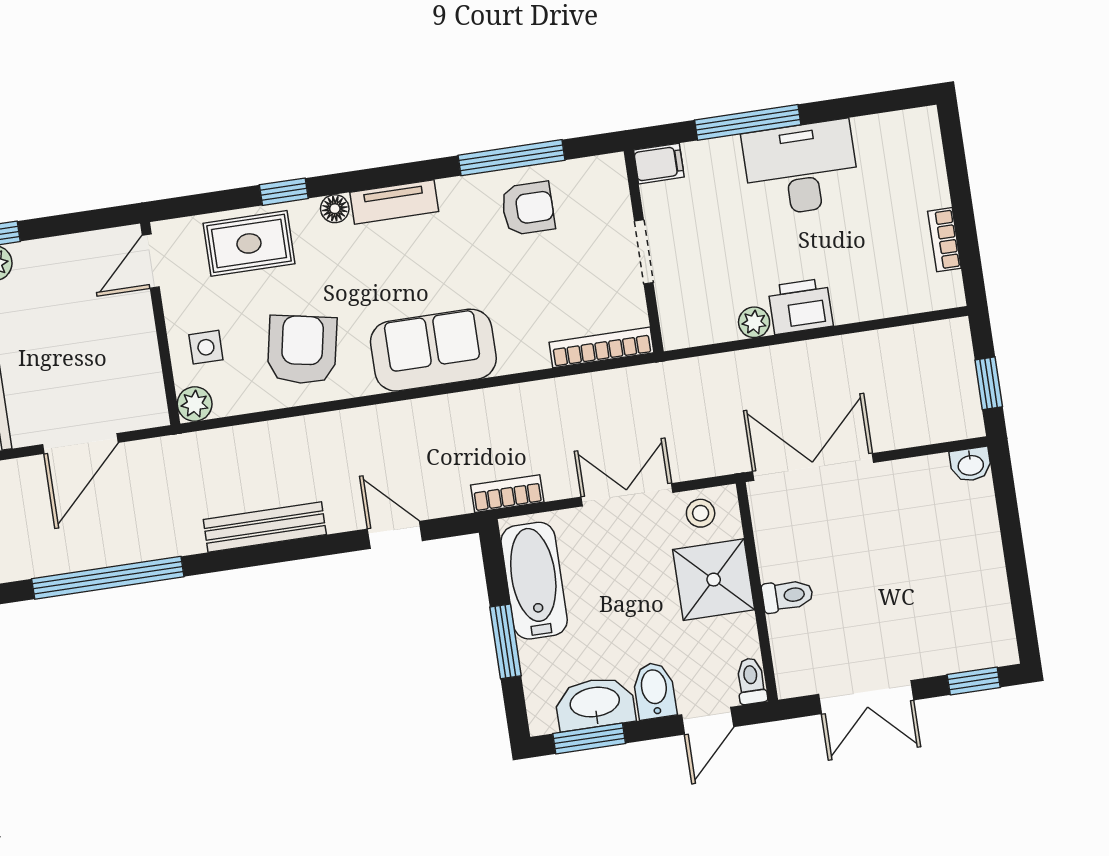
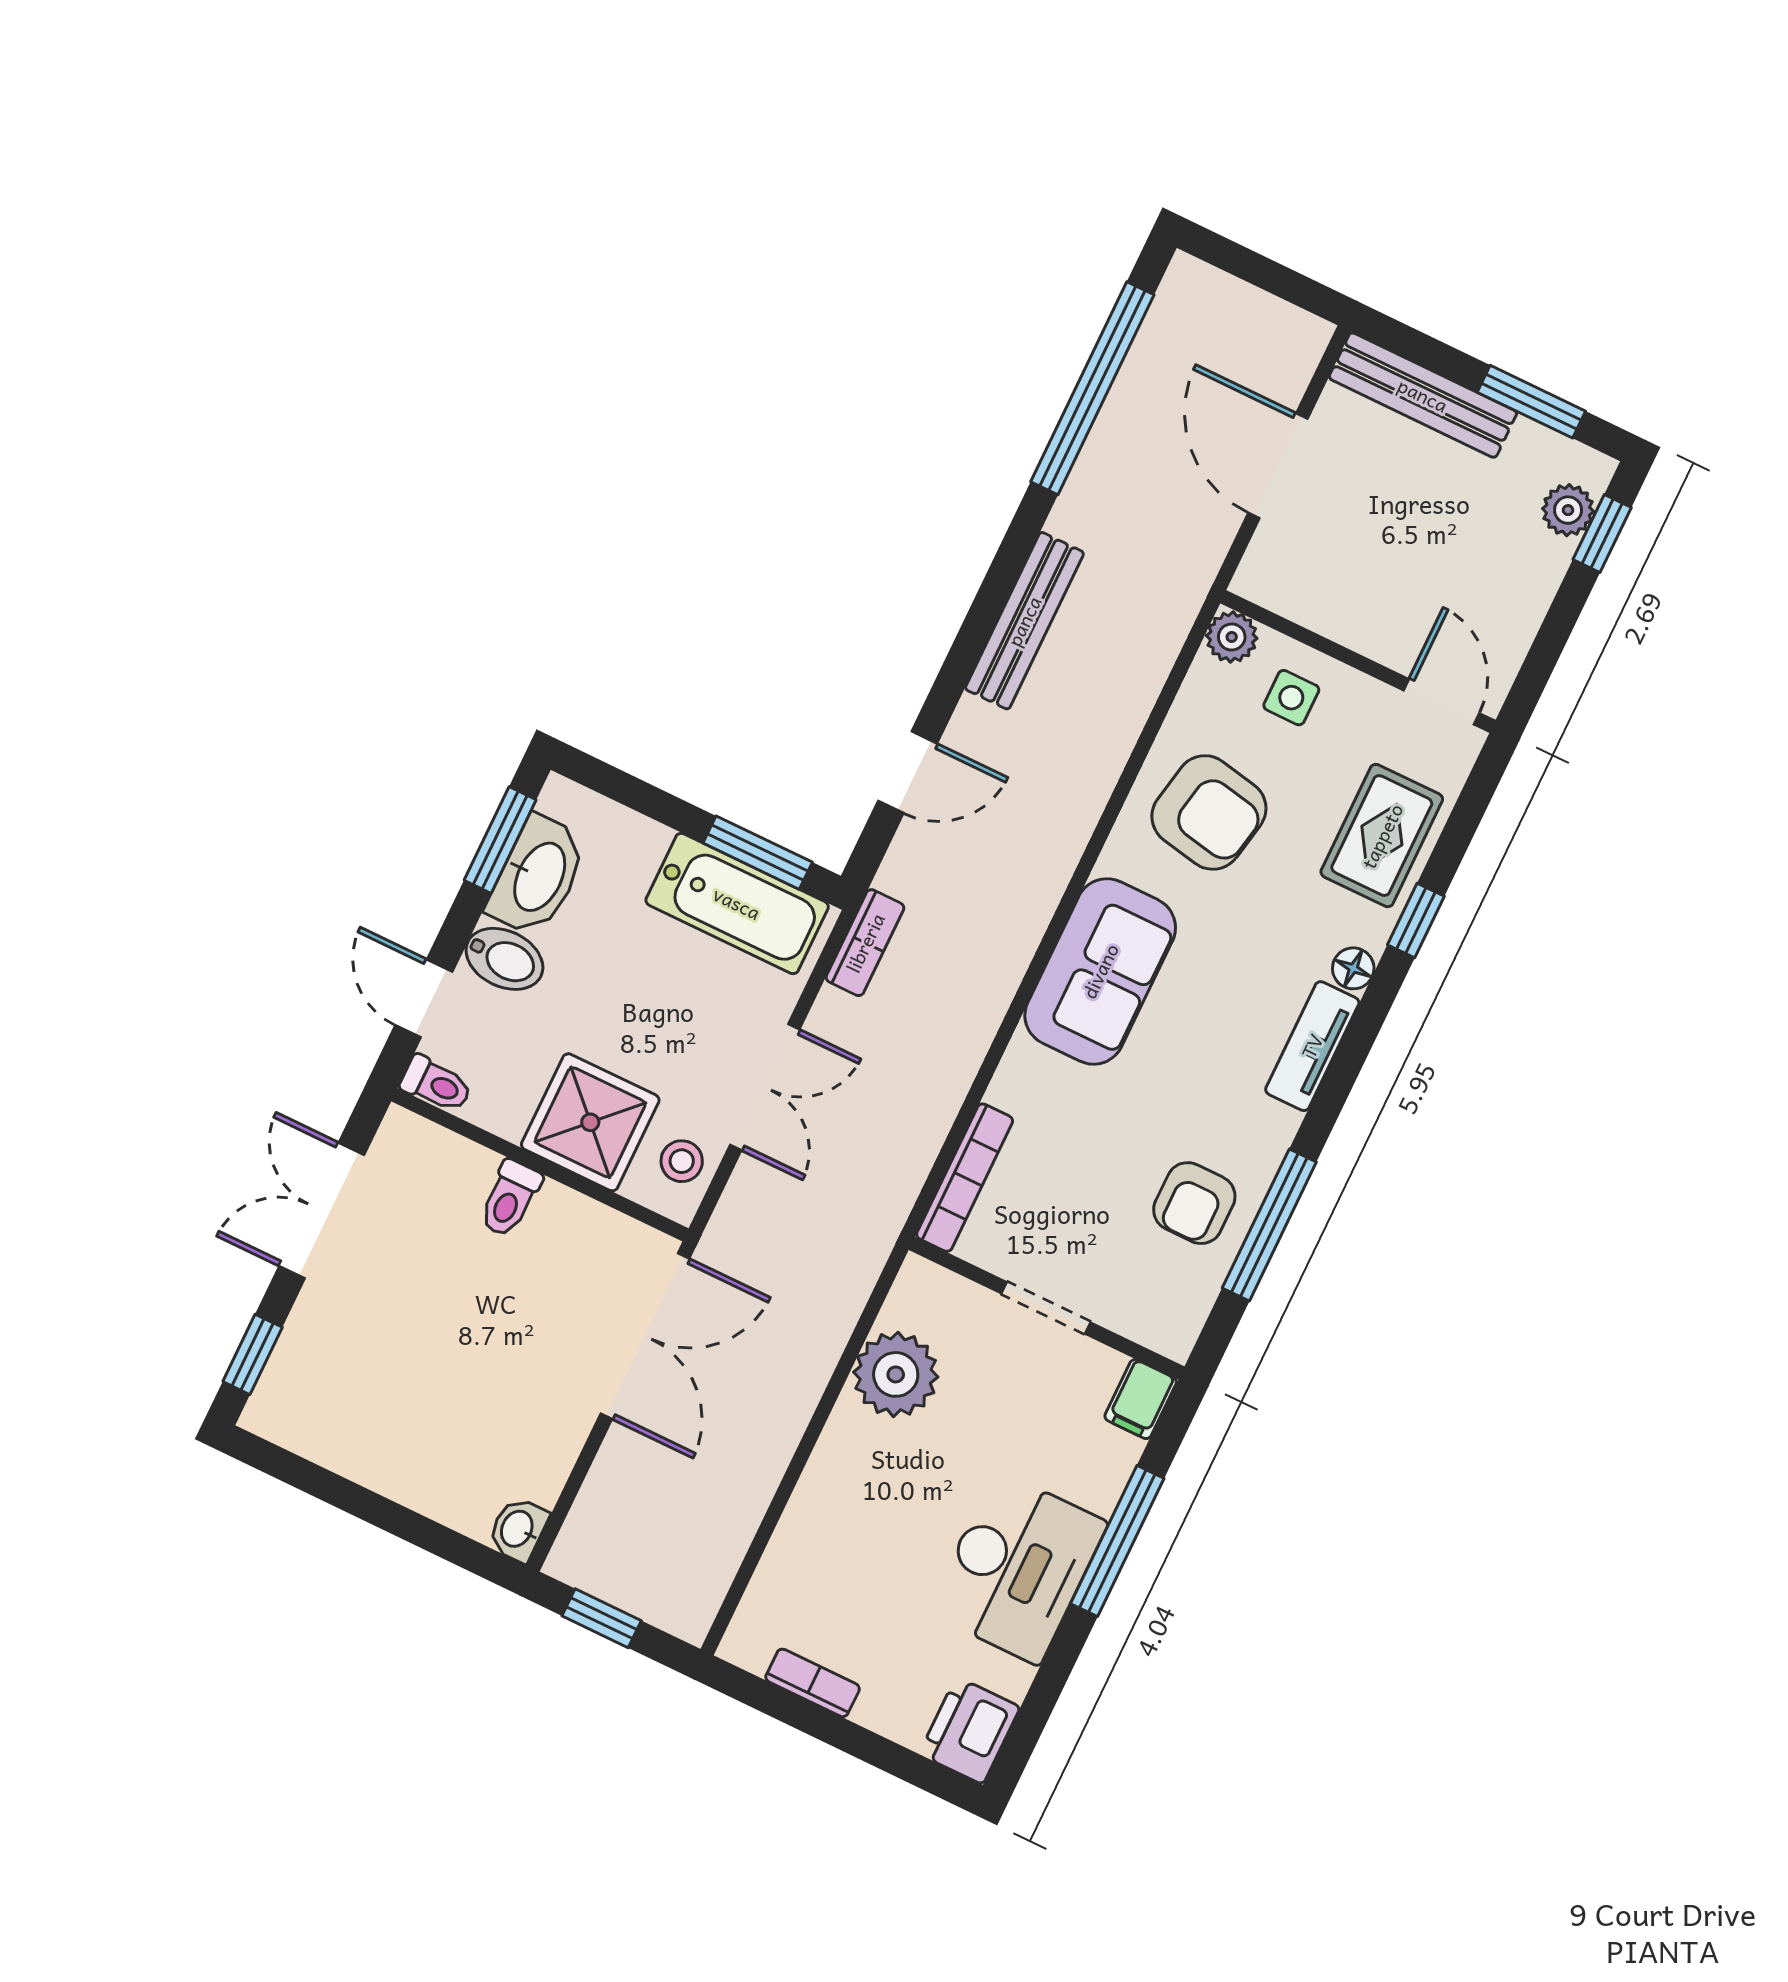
printer: (800, 306) -> (970, 1730), moved, turned 180
plant: (754, 322) -> (896, 1374), width x1.88, depth x1.88
window: (506, 641) -> (758, 853), moved

